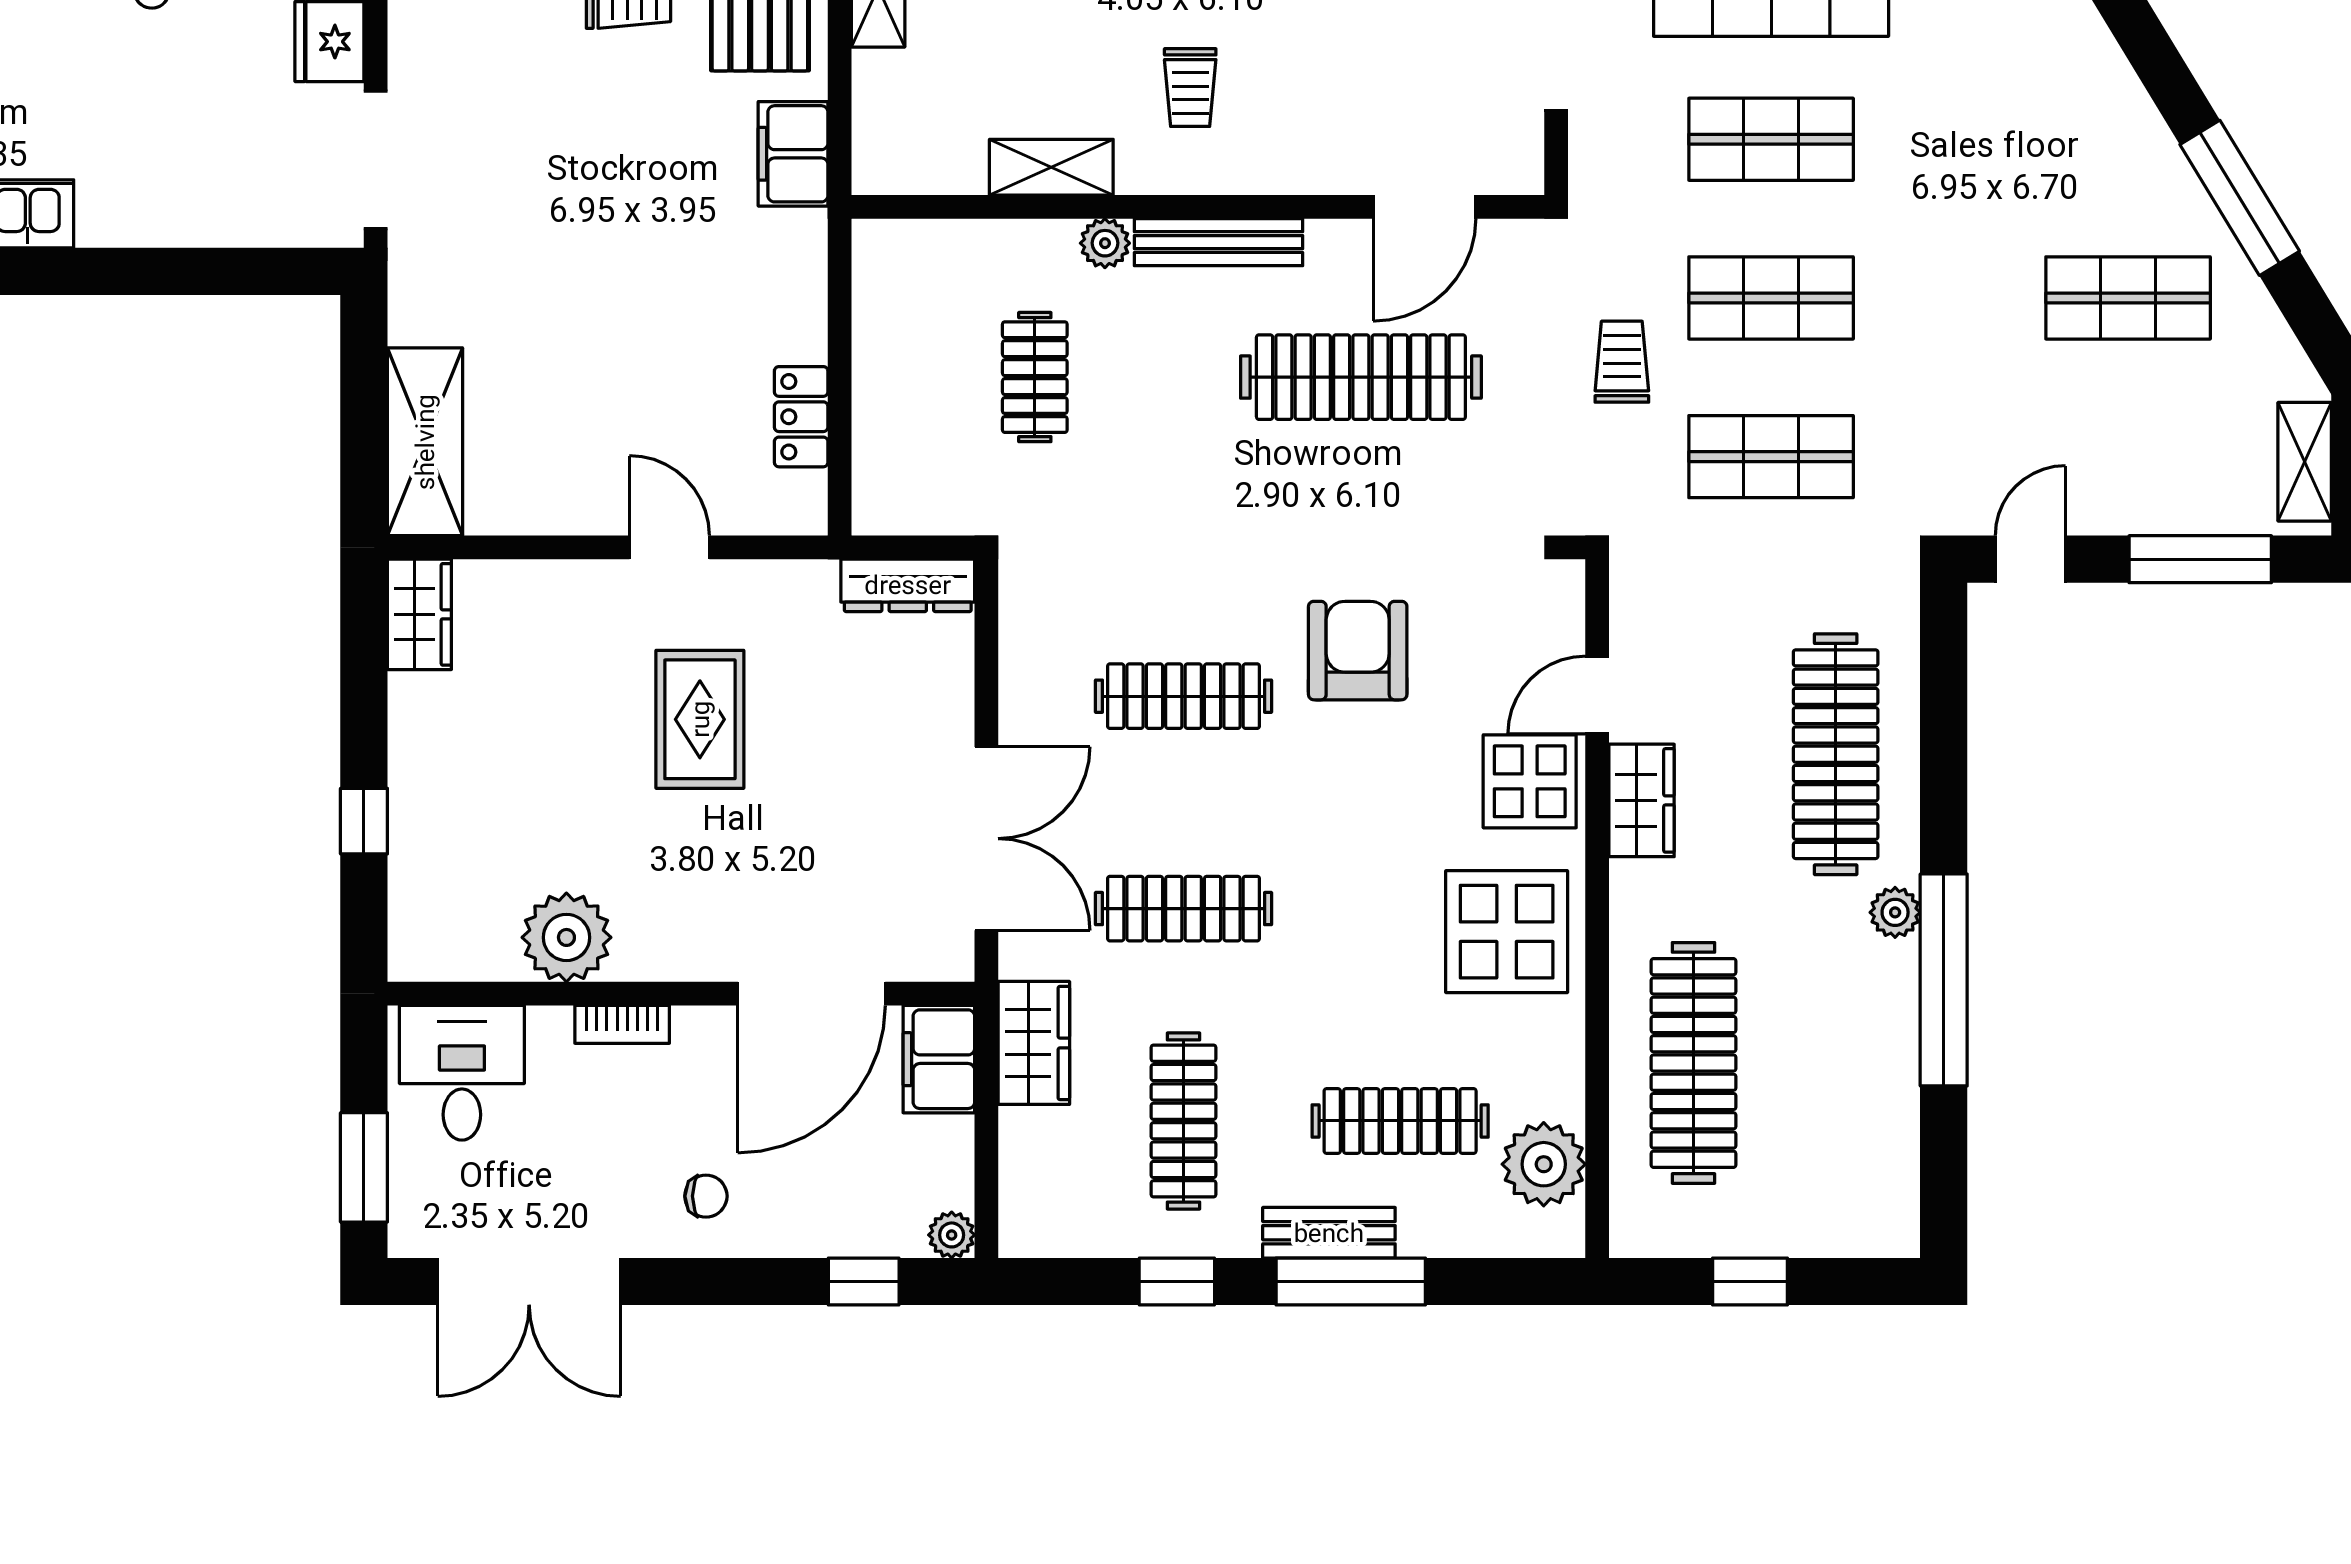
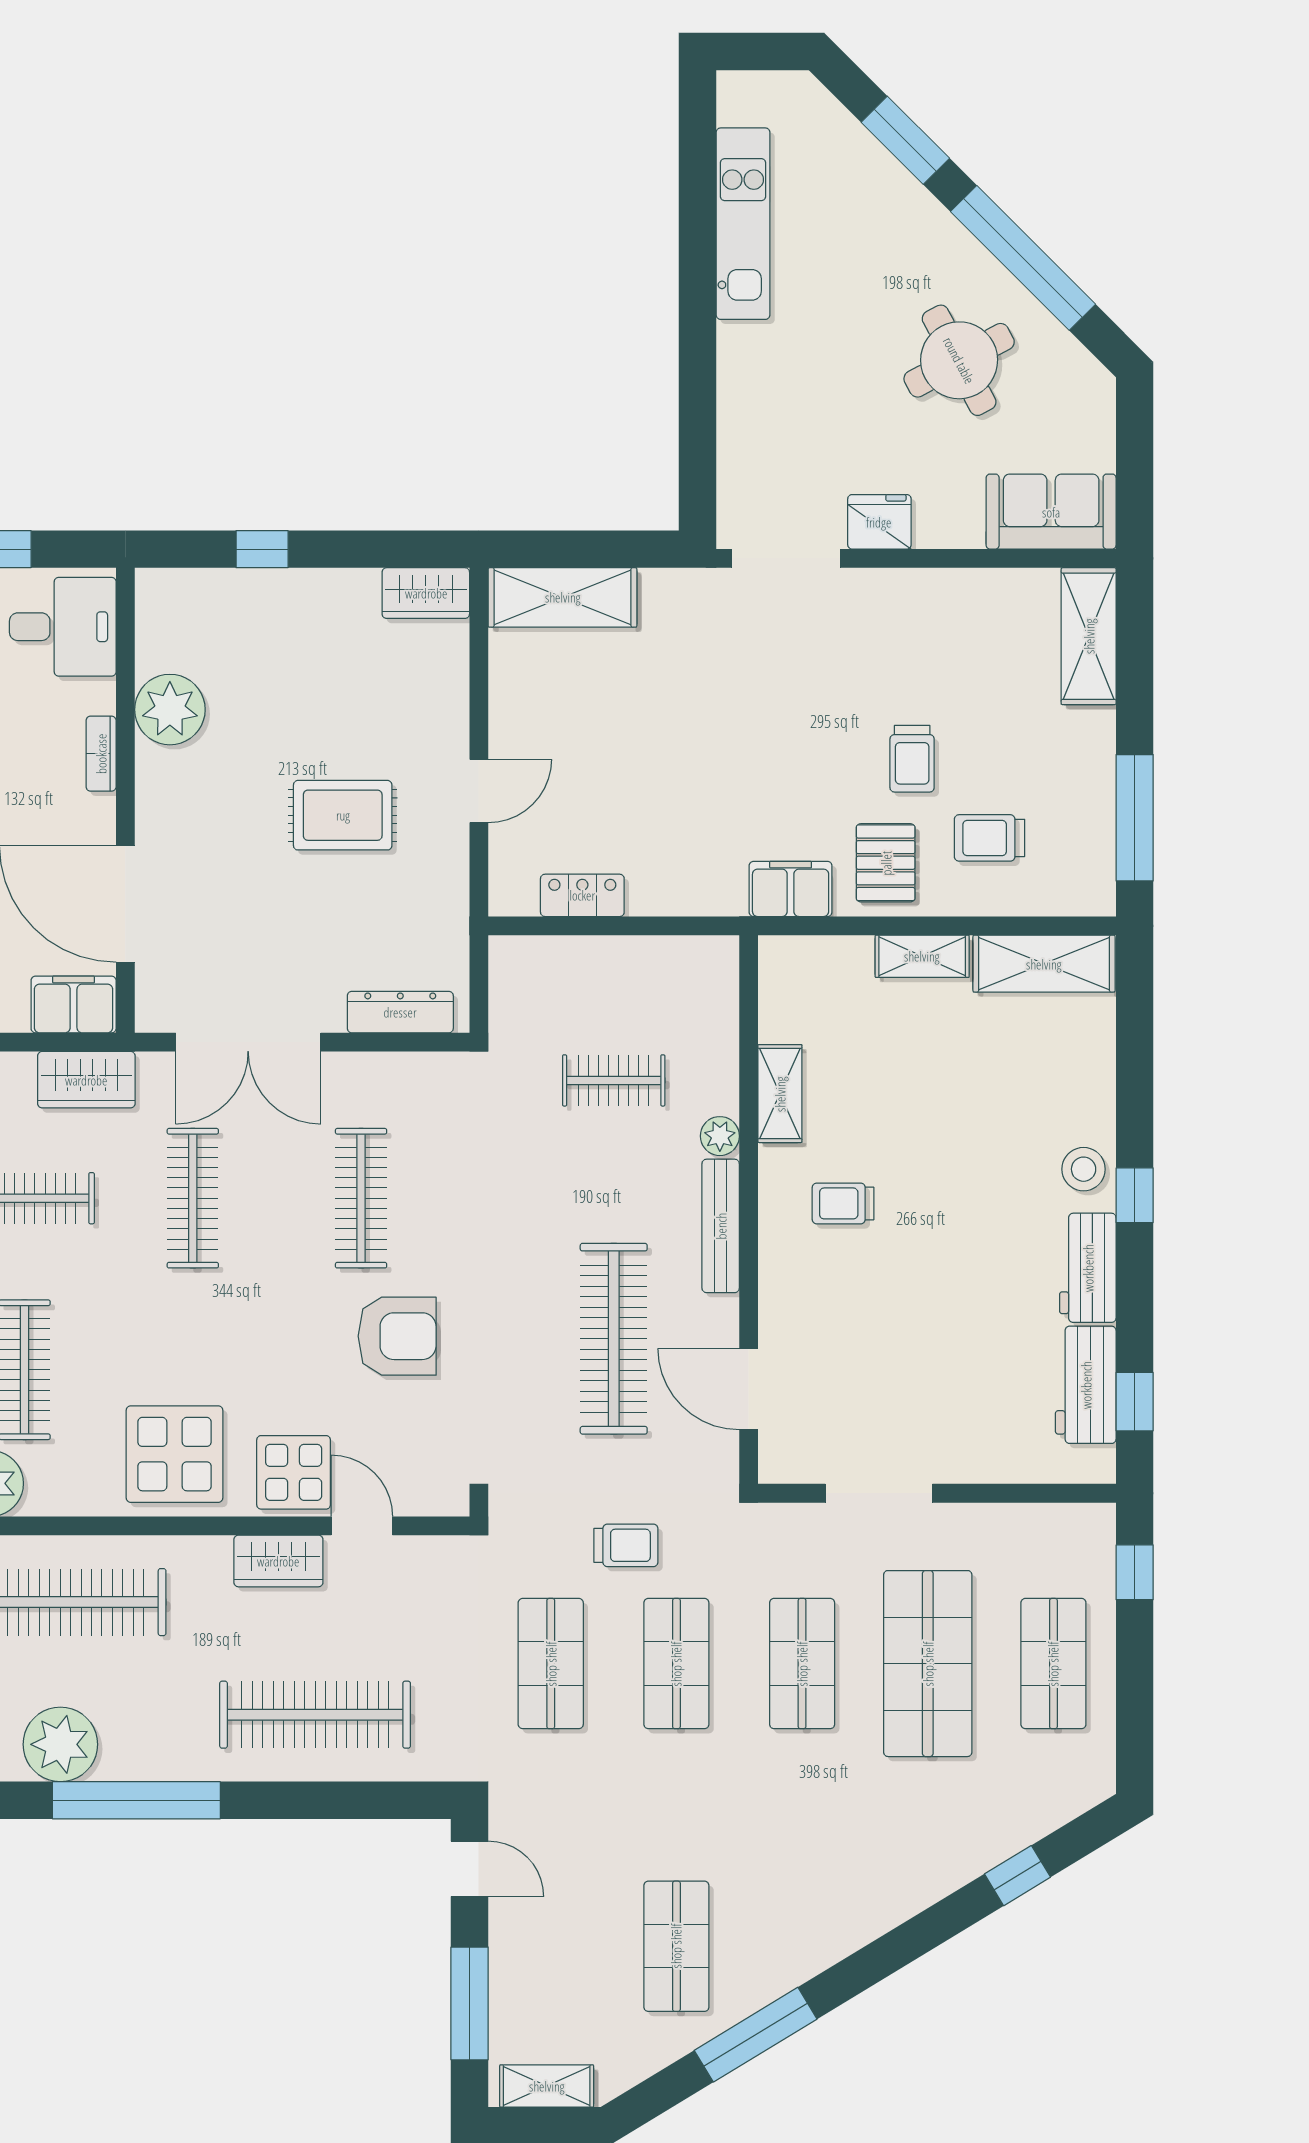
dresser: (908, 585) -> (400, 1012), moved, turned 90
plant: (1895, 912) -> (60, 1744), moved, width x1.88, depth x1.88

